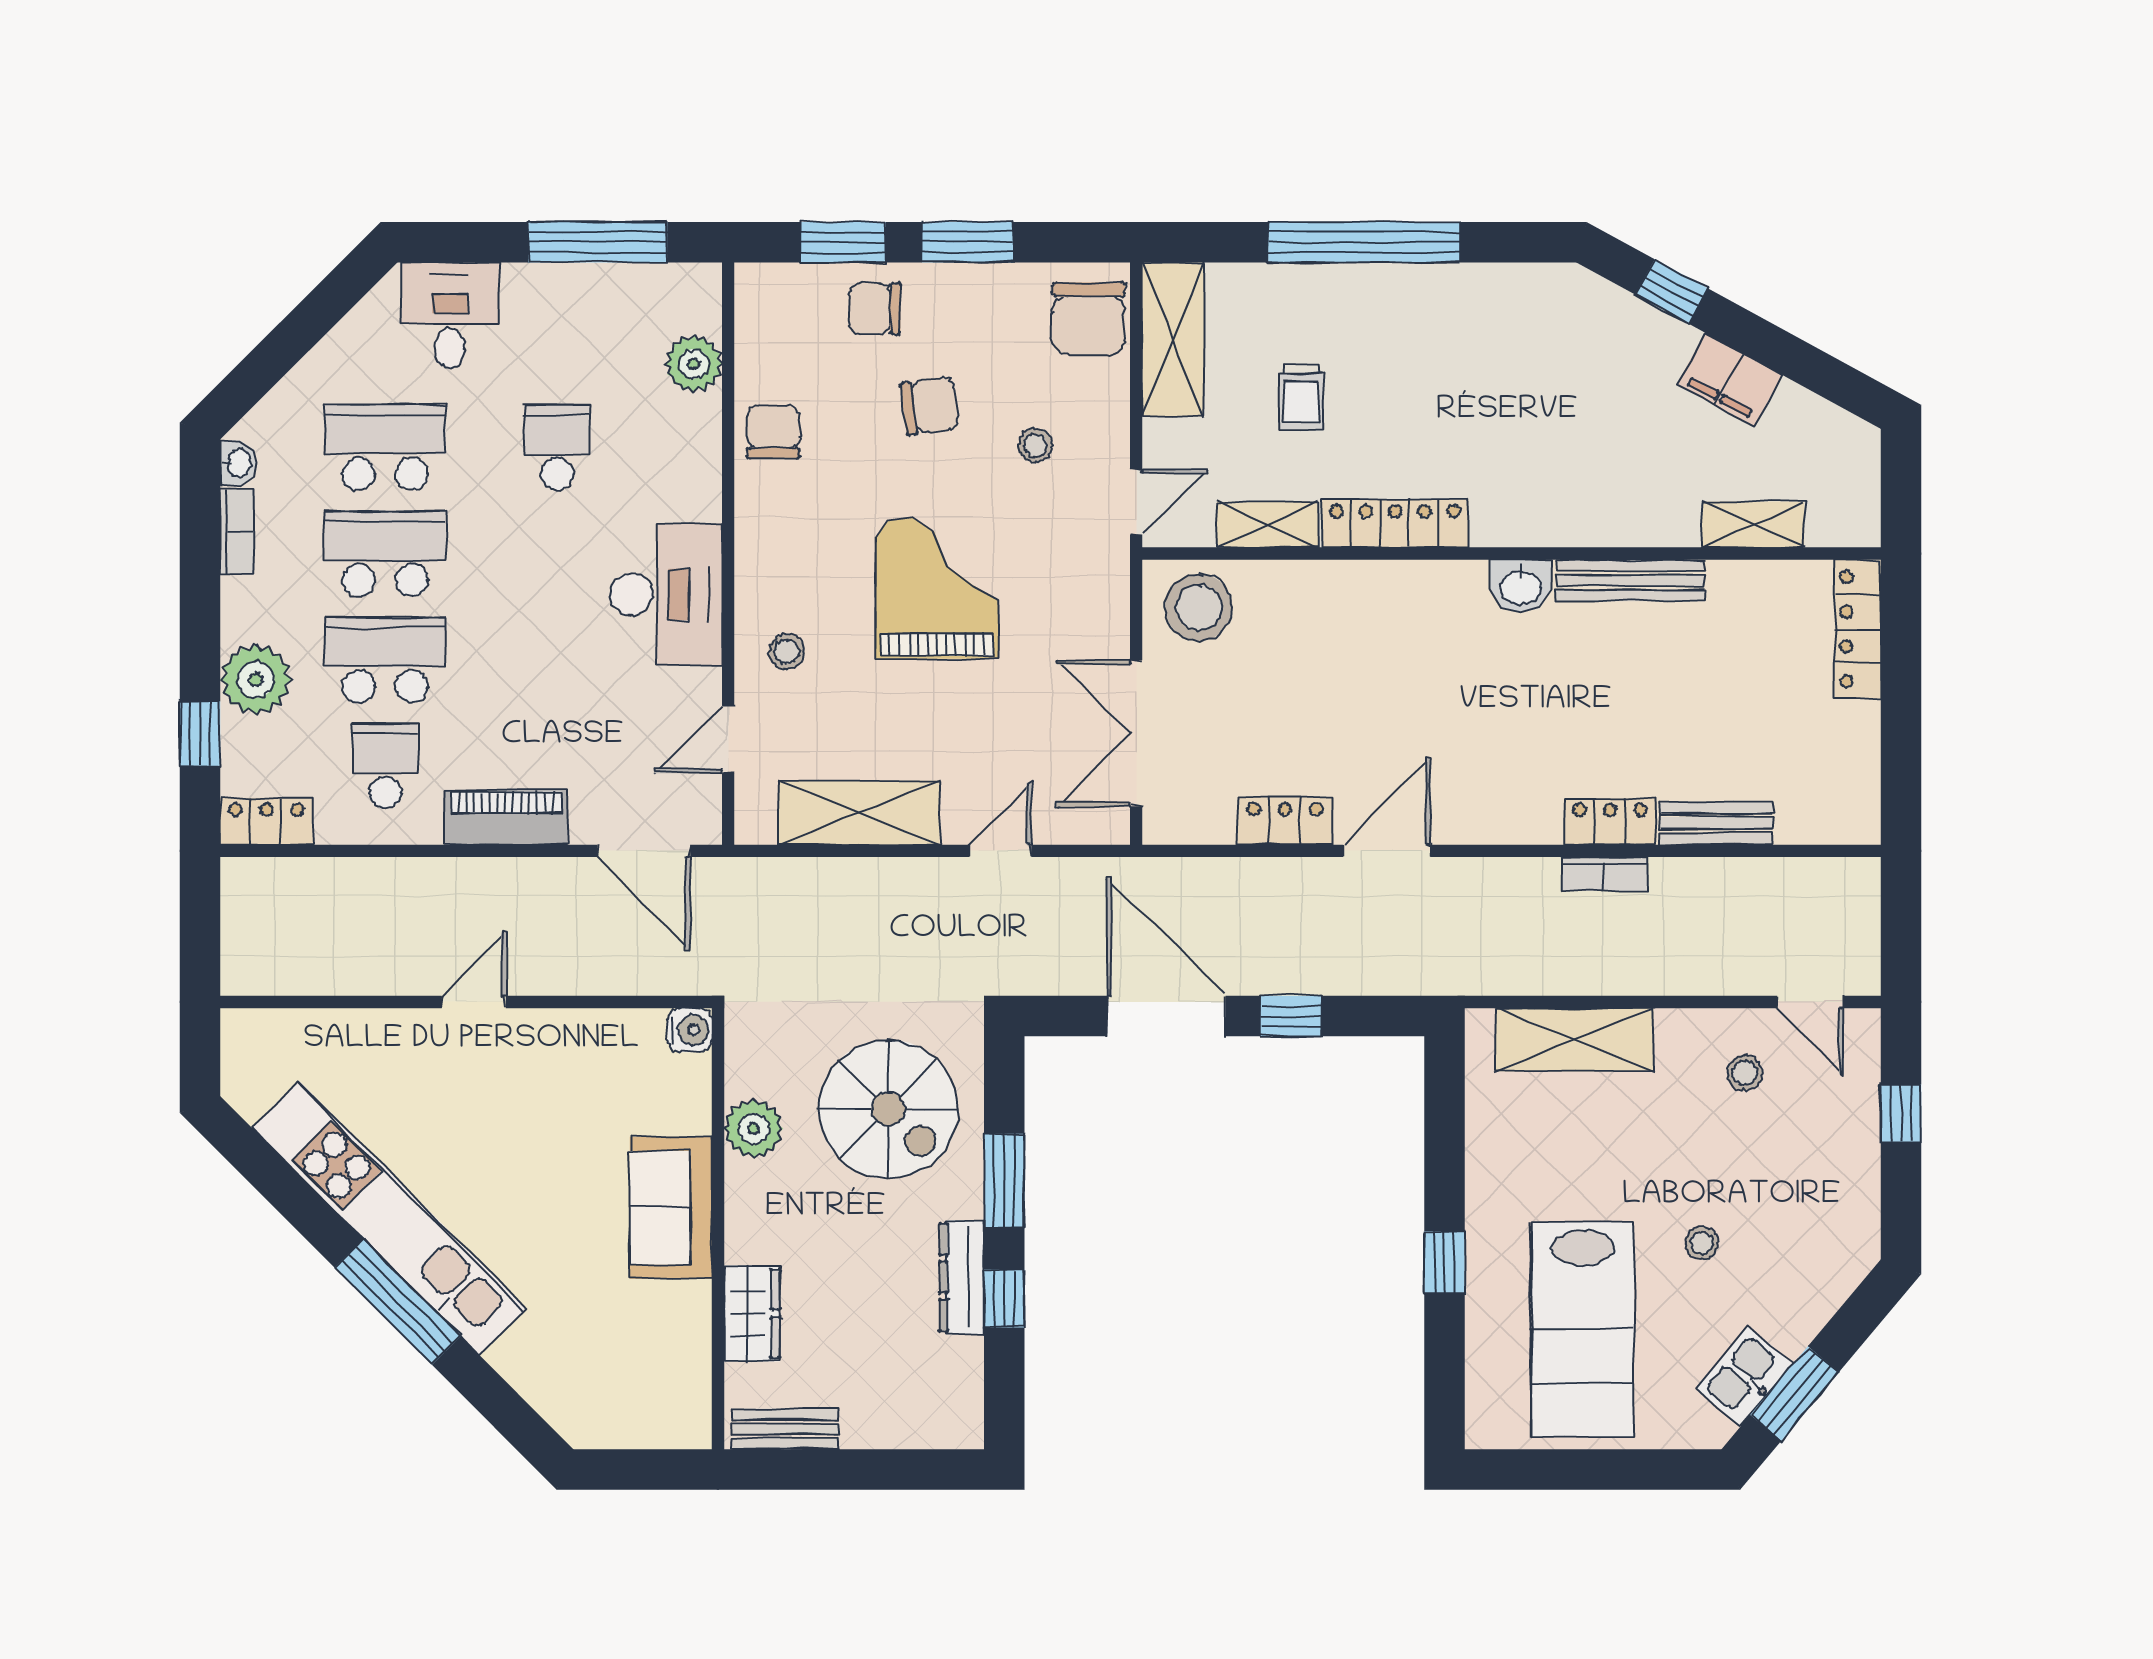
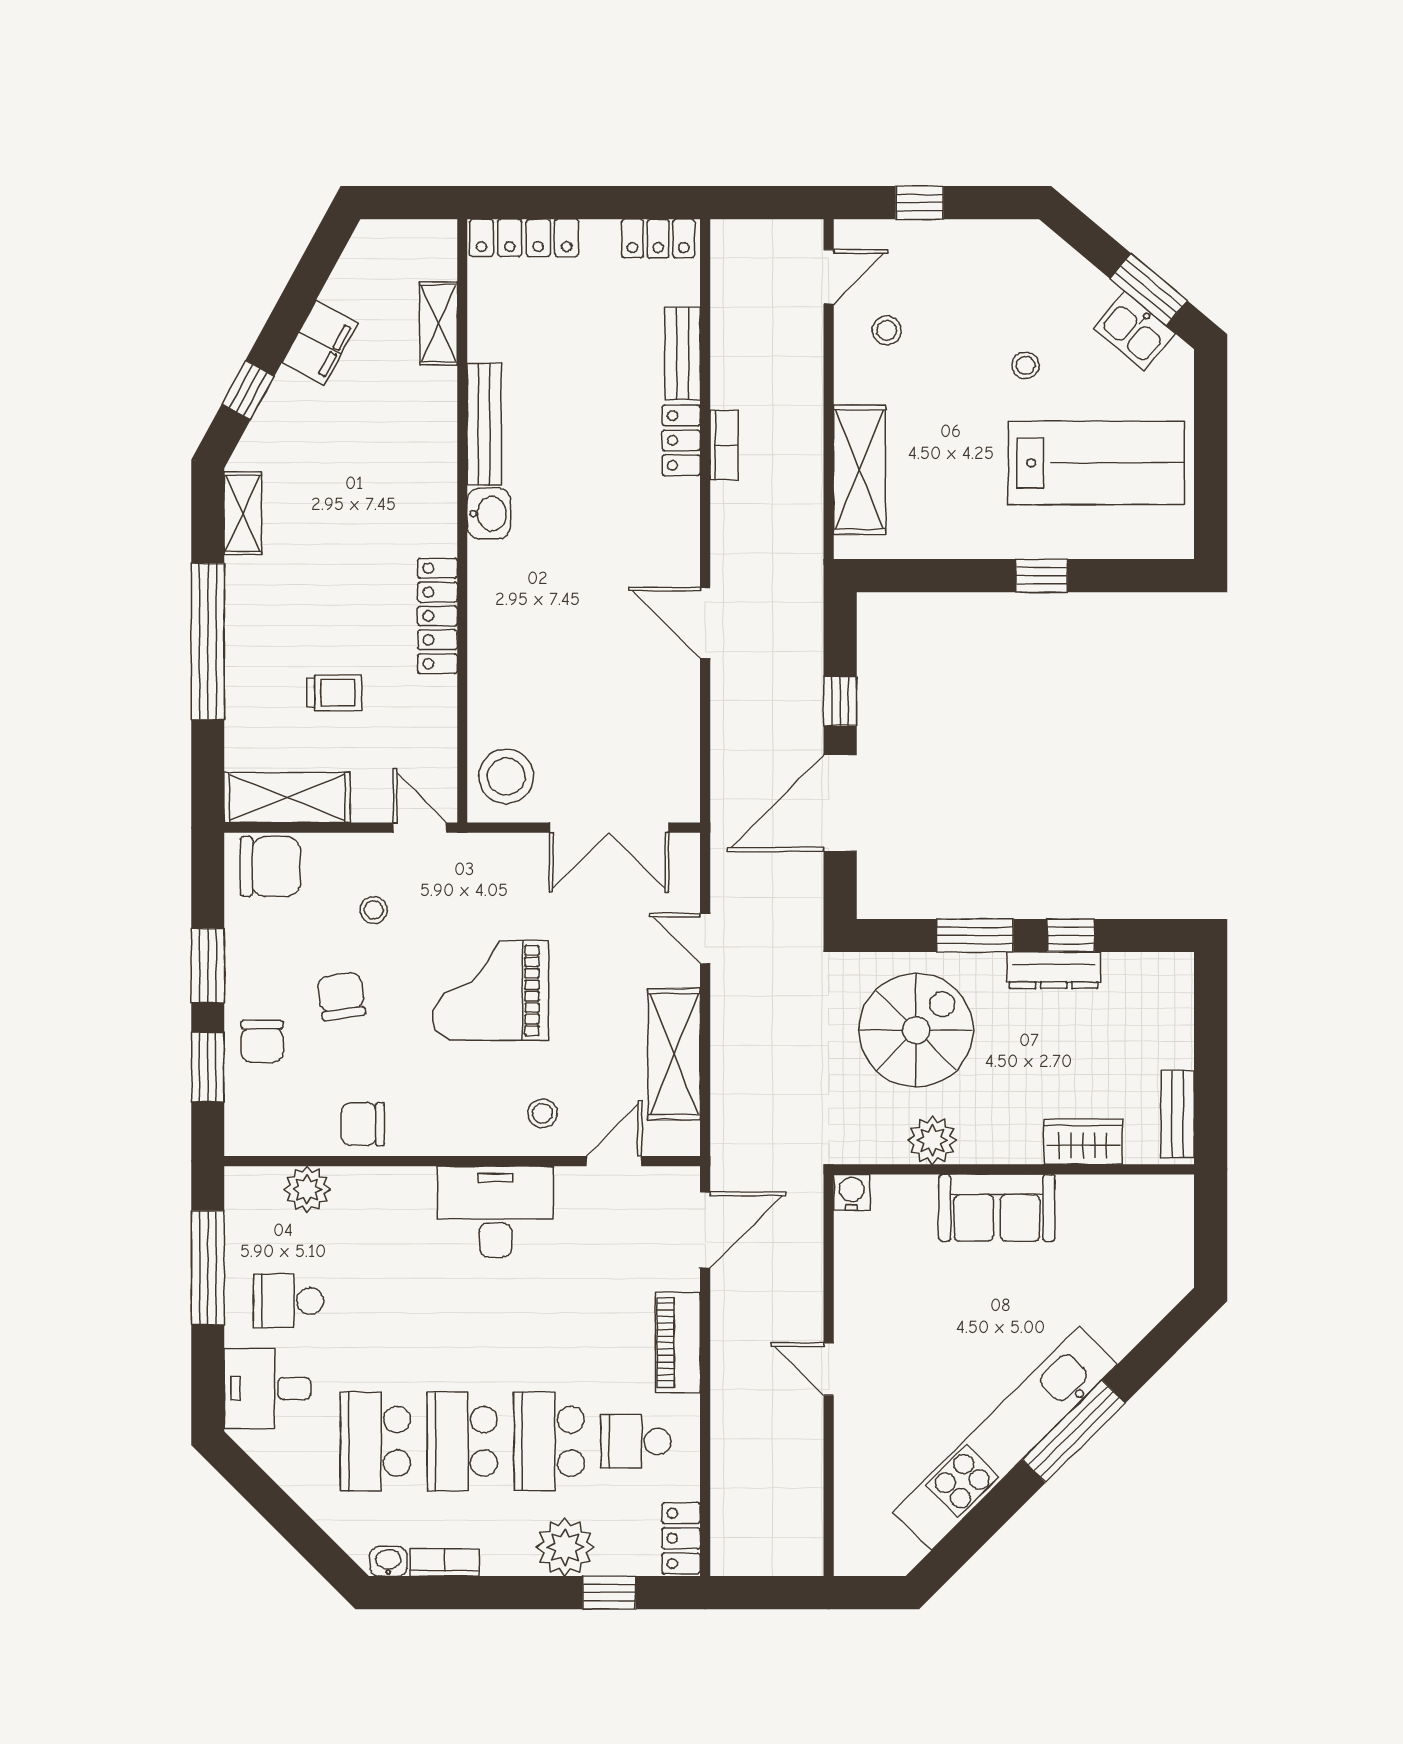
school desk: (557, 447) -> (288, 1301), moved
shelving: (1268, 525) -> (243, 513), moved
door: (728, 739) -> (614, 1161), swing flipped
locker: (1285, 821) -> (658, 239), moved, turned -90

